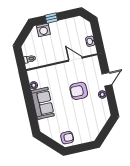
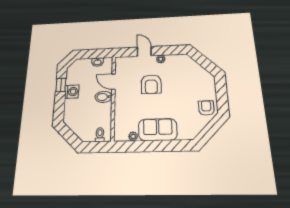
window: (51, 18) -> (61, 85), moved
washing machine: (43, 30) -> (72, 92), moved
bidet: (61, 54) -> (104, 97), added
door: (75, 59) -> (113, 82), hinge flipped

